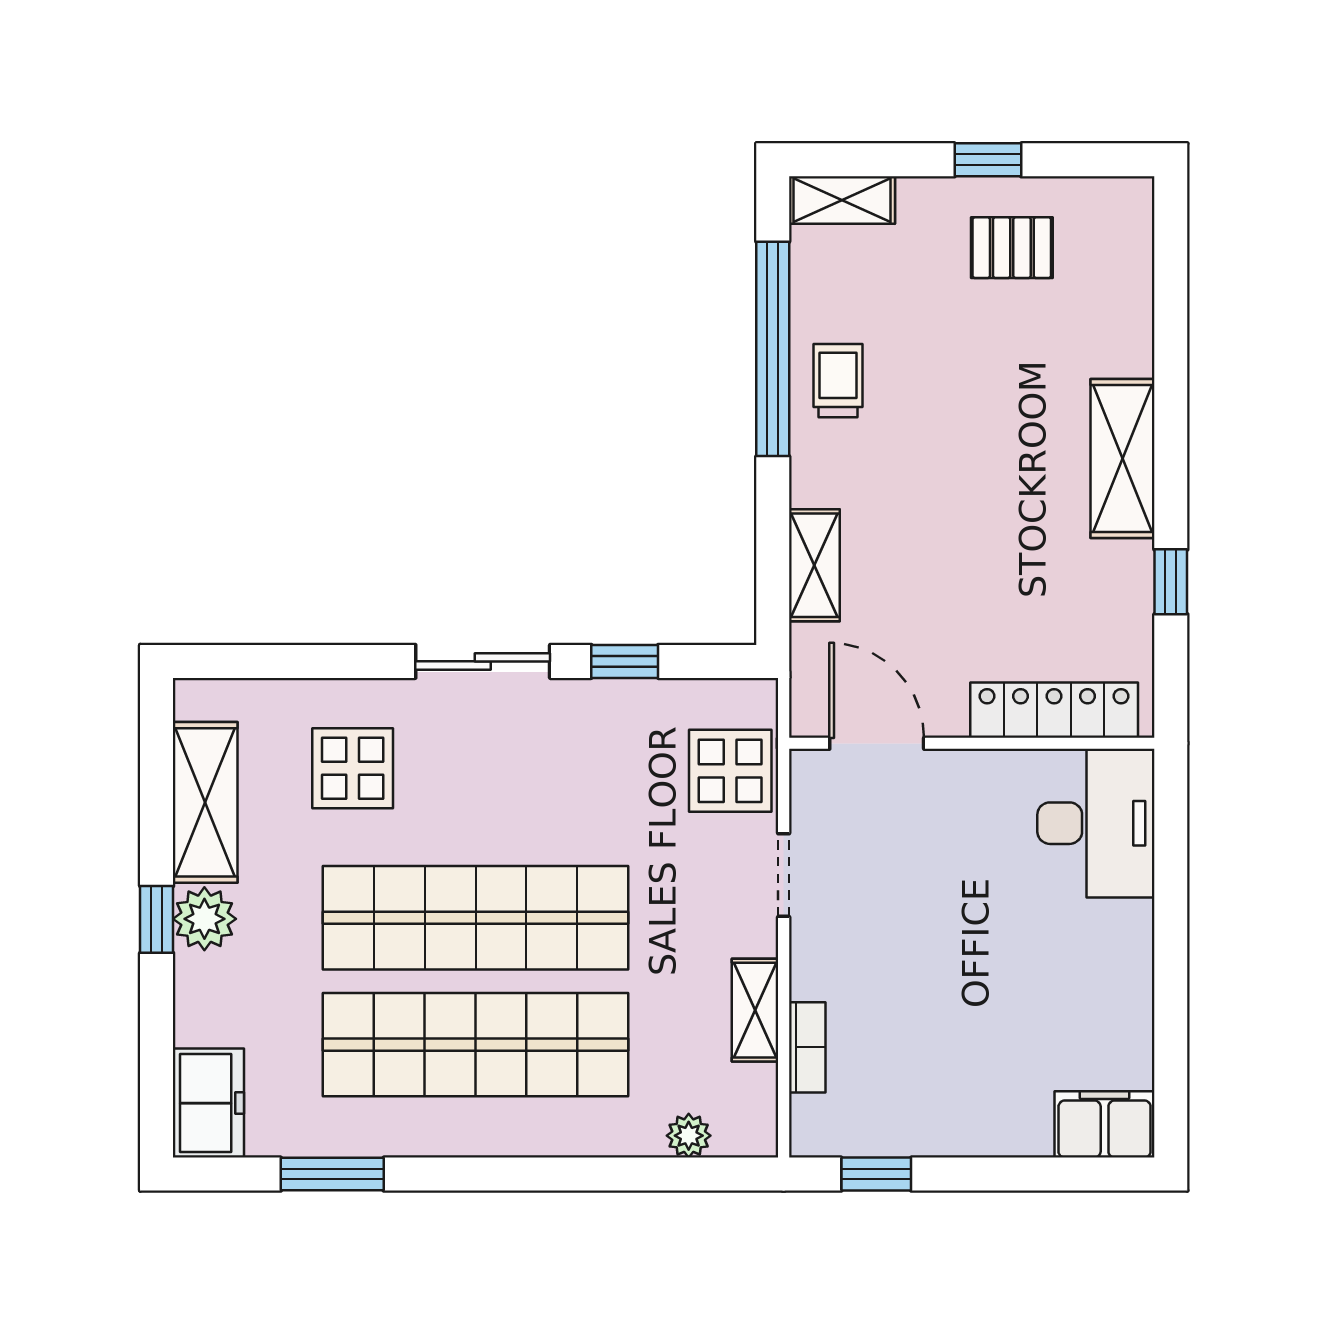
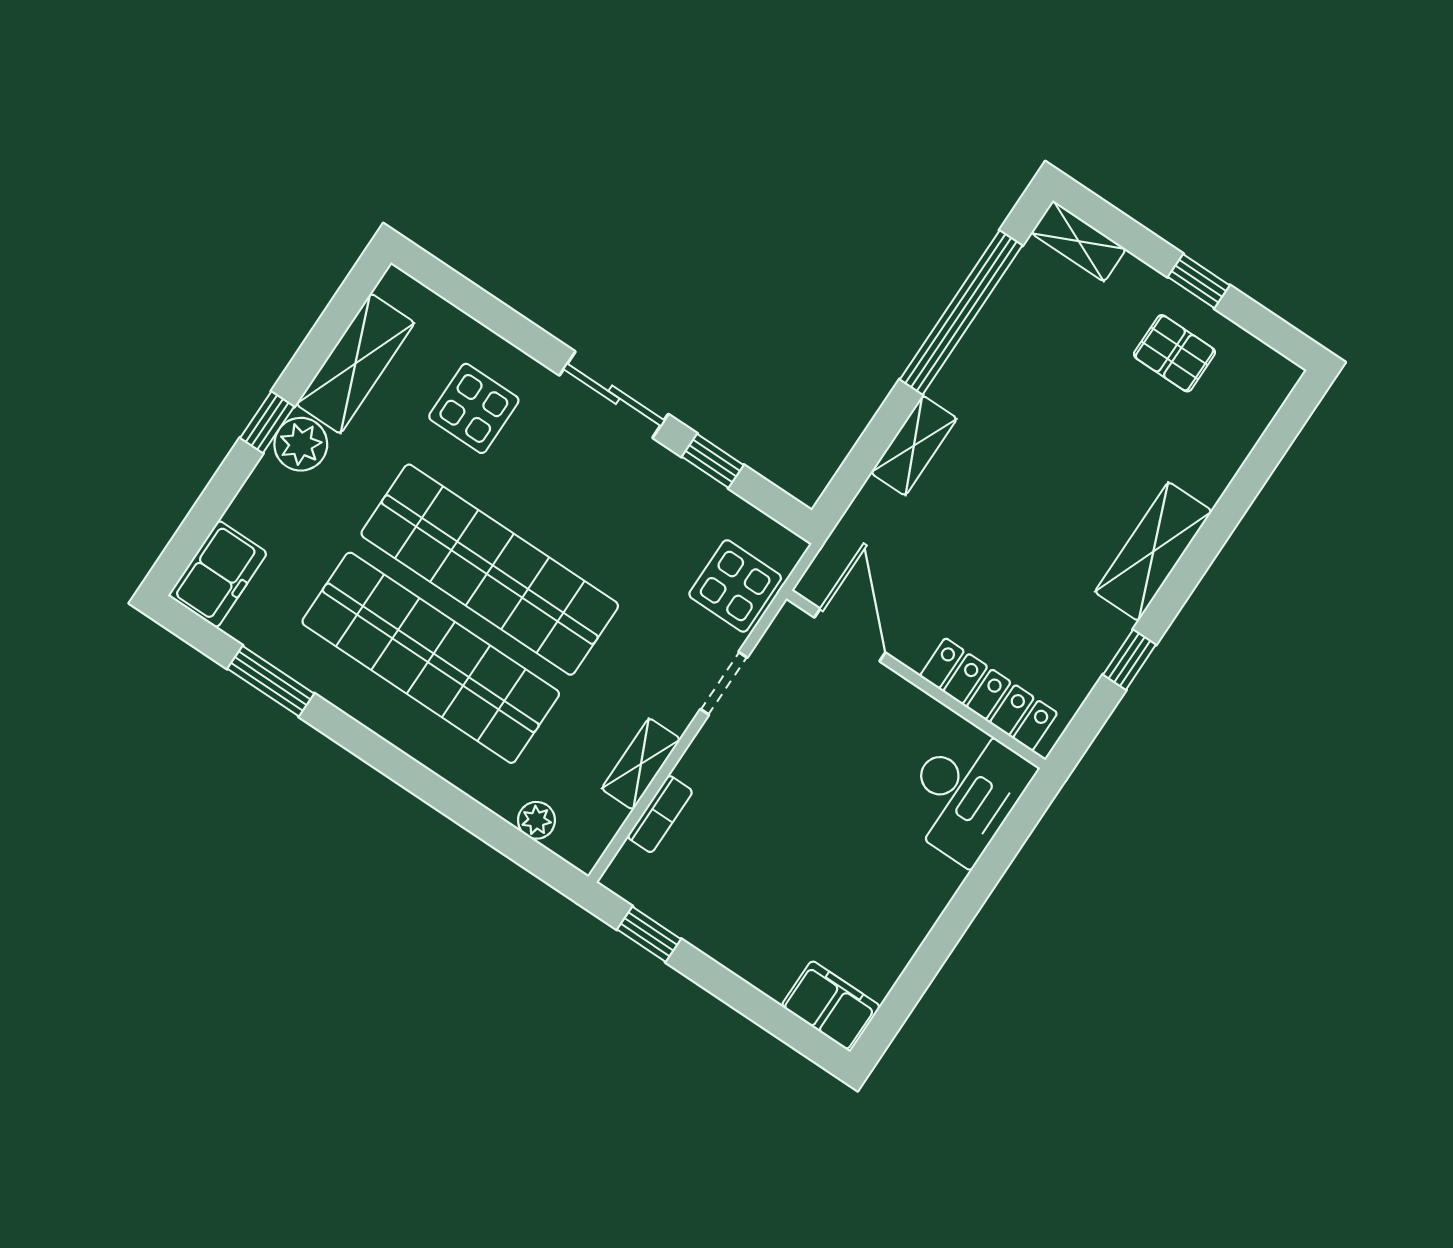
trolley: (838, 381) -> (992, 365), removed
shelving: (814, 565) -> (914, 446), moved

